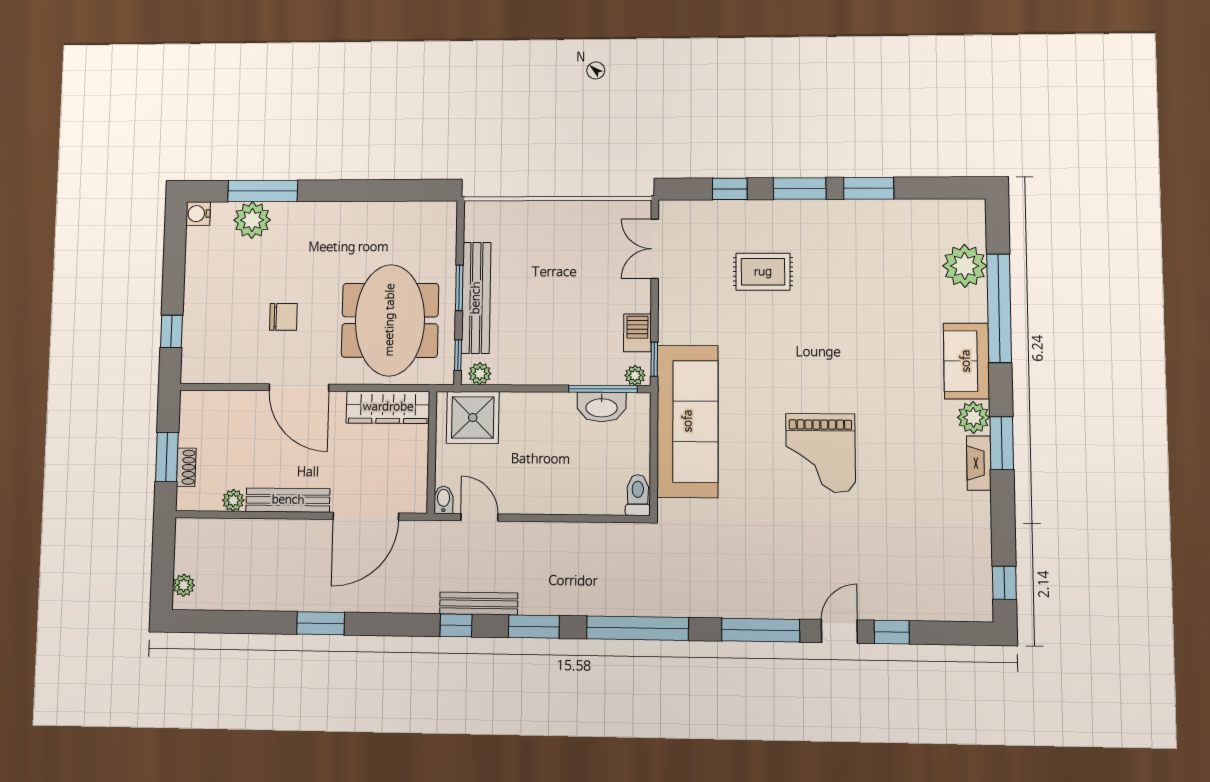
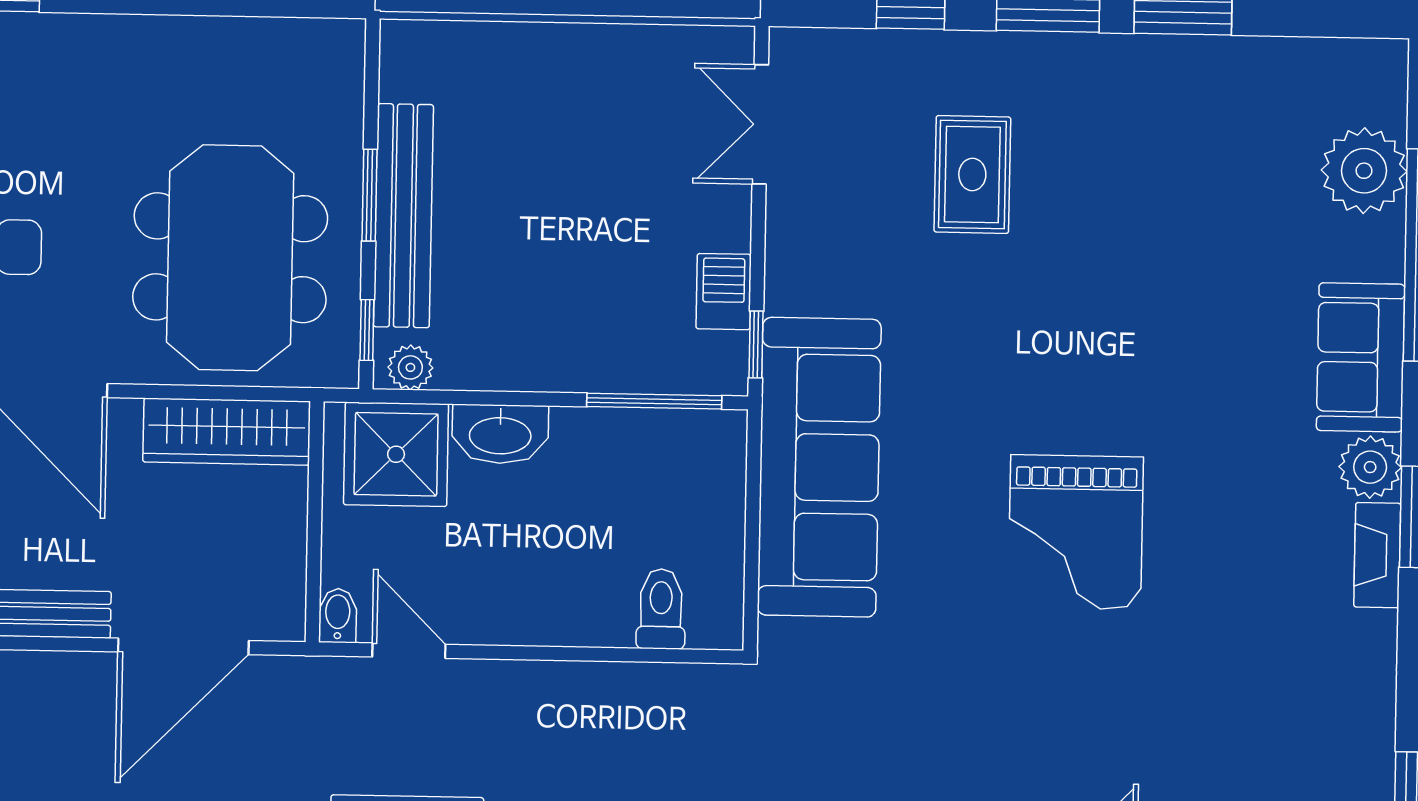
rug: (763, 272) -> (972, 174), turned 90
plant: (635, 375) -> (718, 376), removed
washbasin: (602, 407) -> (500, 434), moved
toilet: (638, 495) -> (661, 609), moved

